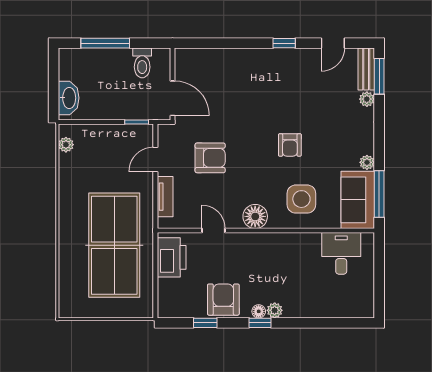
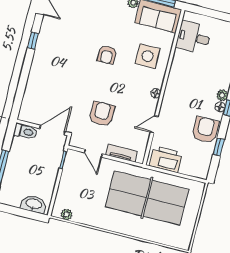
toilet: (142, 63) -> (25, 132), moved
armchair: (290, 145) -> (107, 55), turned 89
floor lamp: (255, 216) -> (156, 93), width x0.53, depth x0.53
armchair: (223, 300) -> (205, 130), turned 90

